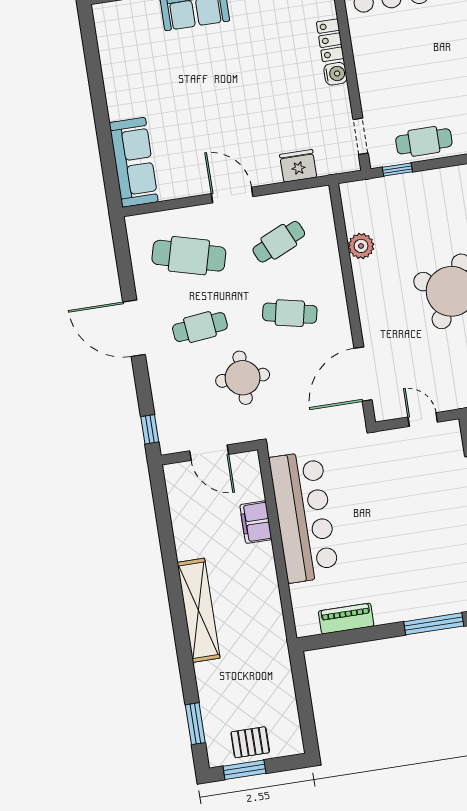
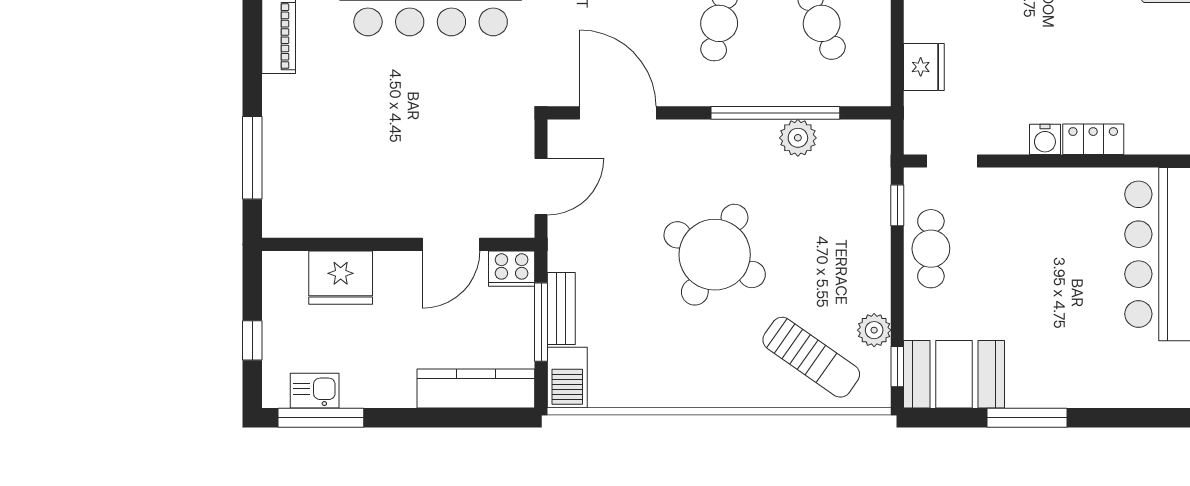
window: (346, 264) -> (775, 113), added
door: (423, 420) -> (541, 187), width x1.38

